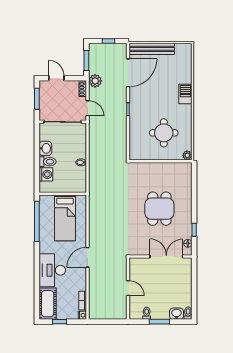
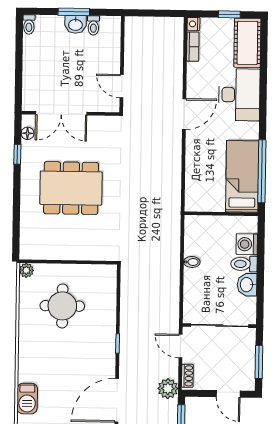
barbecue: (185, 94) -> (27, 399), moved
dining table: (159, 209) -> (71, 188), width x1.38
bed: (65, 218) -> (242, 176), moved
door: (128, 288) -> (122, 86), moved
washbasin: (177, 314) -> (75, 24), moved

